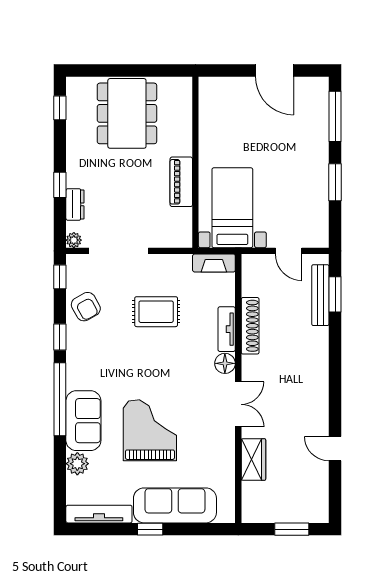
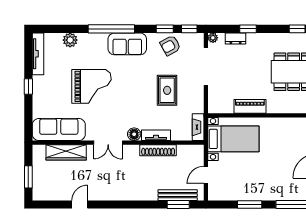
window: (60, 337) -> (165, 29), moved
sofa: (83, 421) -> (127, 44), moved
wardrobe: (253, 459) -> (66, 152), width x1.50
sofa: (175, 505) -> (59, 130), moved, turned -90

